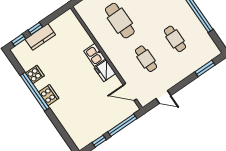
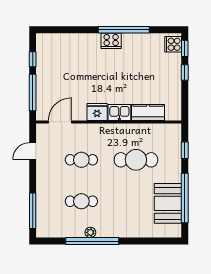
plant: (192, 18) -> (90, 232), added
kitchen counter: (40, 37) -> (148, 112), moved, turned 90
window: (205, 68) -> (33, 211), width x1.44
cooker: (35, 74) -> (173, 44), moved, turned 90

